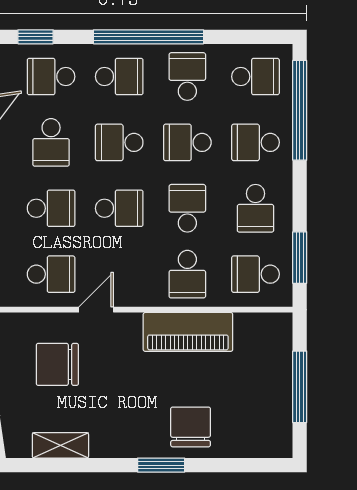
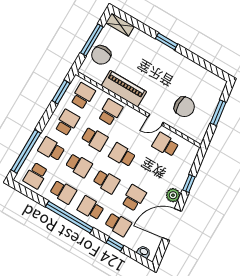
school desk: (187, 77) -> (63, 192), turned -90
school desk: (255, 77) -> (36, 176), turned -90
school desk: (255, 142) -> (51, 149), turned 180
school desk: (51, 208) -> (150, 171), removed
school desk: (187, 208) -> (95, 139), turned -90
school desk: (255, 274) -> (83, 96), turned -90
chair: (191, 427) -> (101, 55), moved
shelving: (60, 445) -> (120, 25), moved

